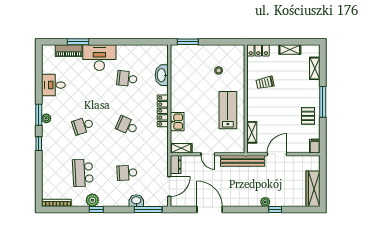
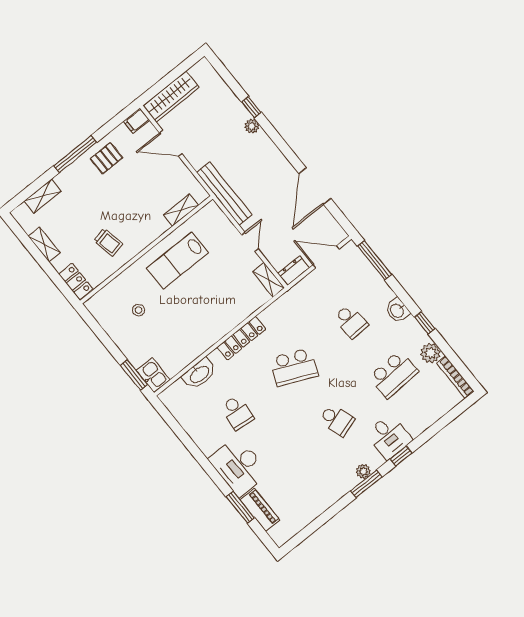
desk: (53, 85) -> (389, 437), moved
kitchen sink: (177, 122) -> (153, 375), moved, turned 90
school desk: (127, 126) -> (294, 367), width x1.85
door: (277, 154) -> (171, 143), moved
wardrobe: (313, 189) -> (171, 97), moved
plant: (92, 200) -> (431, 353), moved
washbasin: (136, 201) -> (397, 310), moved

